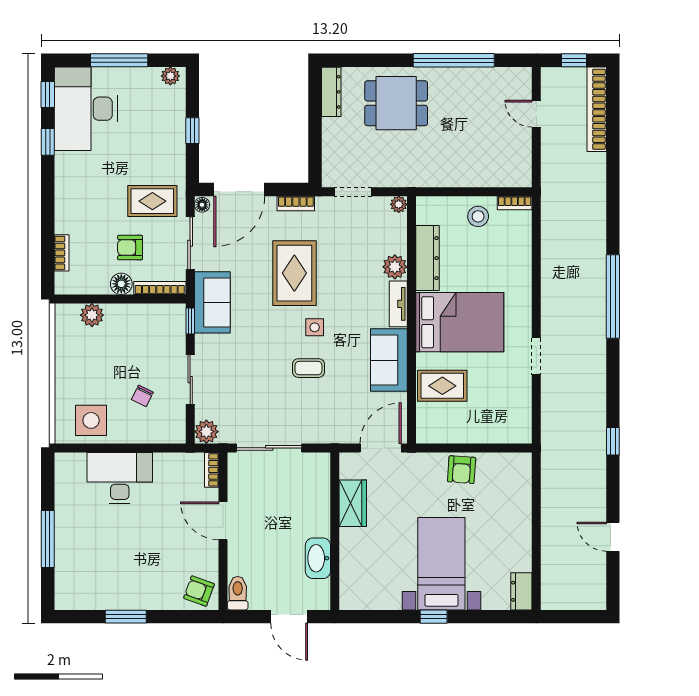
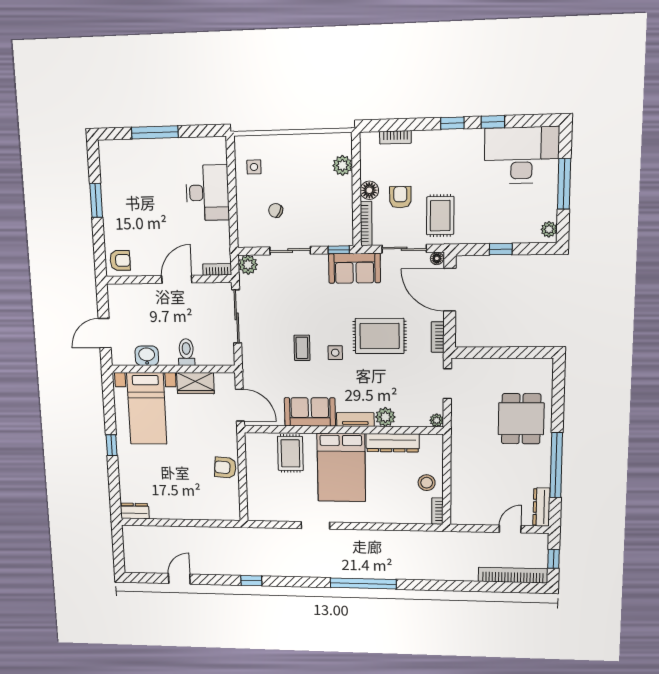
dresser: (331, 92) -> (541, 507), moved, turned 90
window: (48, 95) -> (452, 123), moved
side table: (91, 420) -> (254, 167), width x0.54, depth x0.54
washbasin: (318, 558) -> (147, 356), width x0.72
bed with nightstands: (441, 564) -> (147, 409), moved, turned 90
armchair: (199, 591) -> (120, 260), turned 70
toilet: (238, 593) -> (186, 352), moved, turned -90

